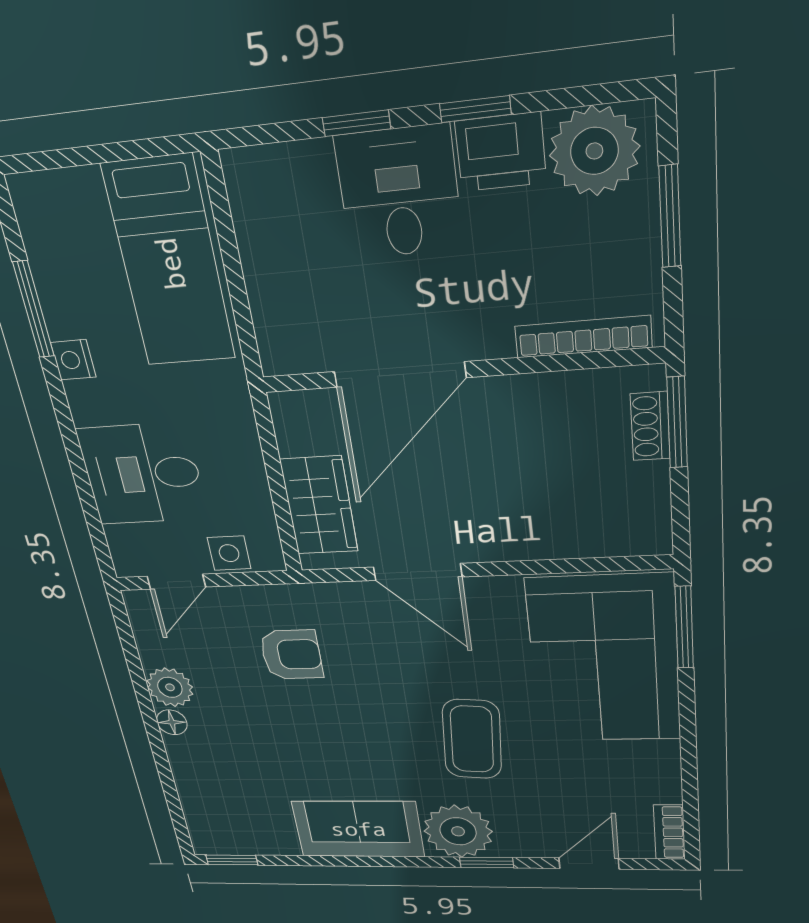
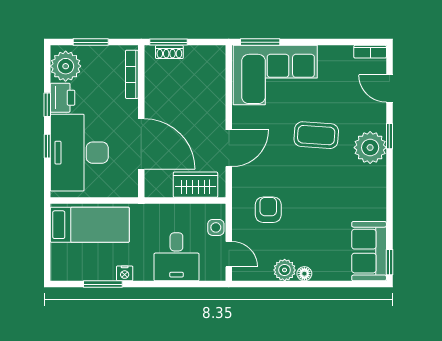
desk: (399, 193) -> (79, 153), width x1.87, depth x1.30
sofa: (358, 829) -> (369, 251), moved

